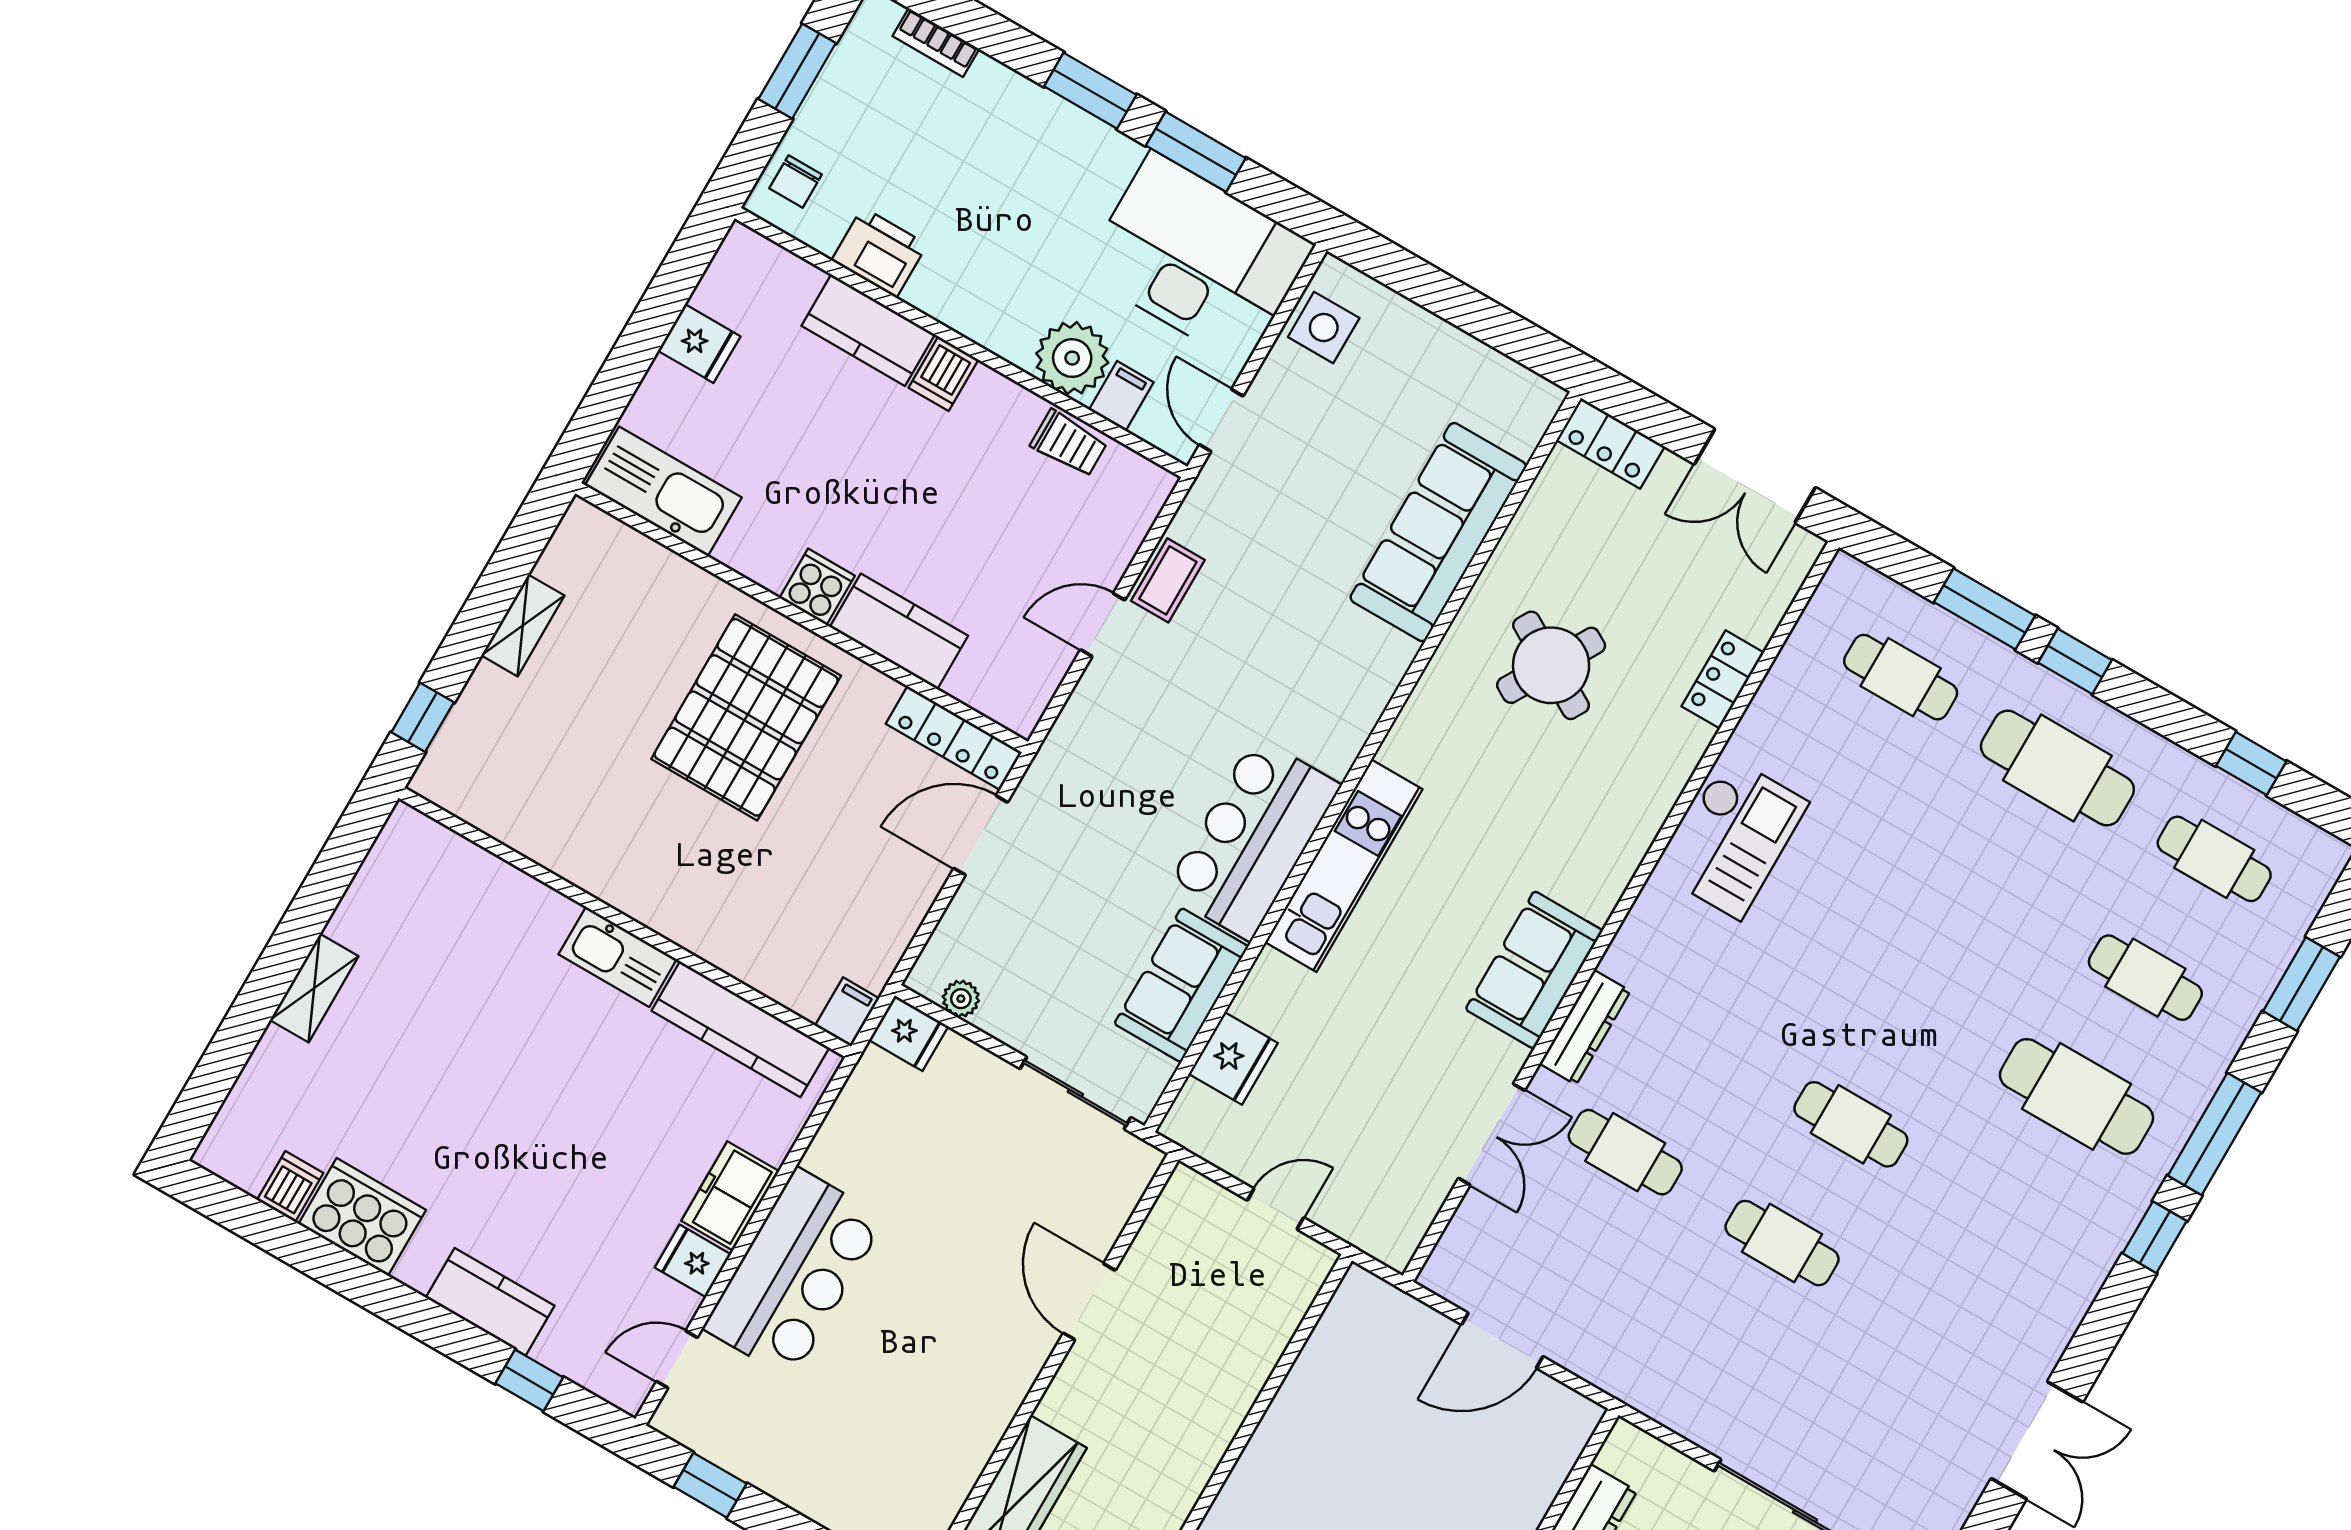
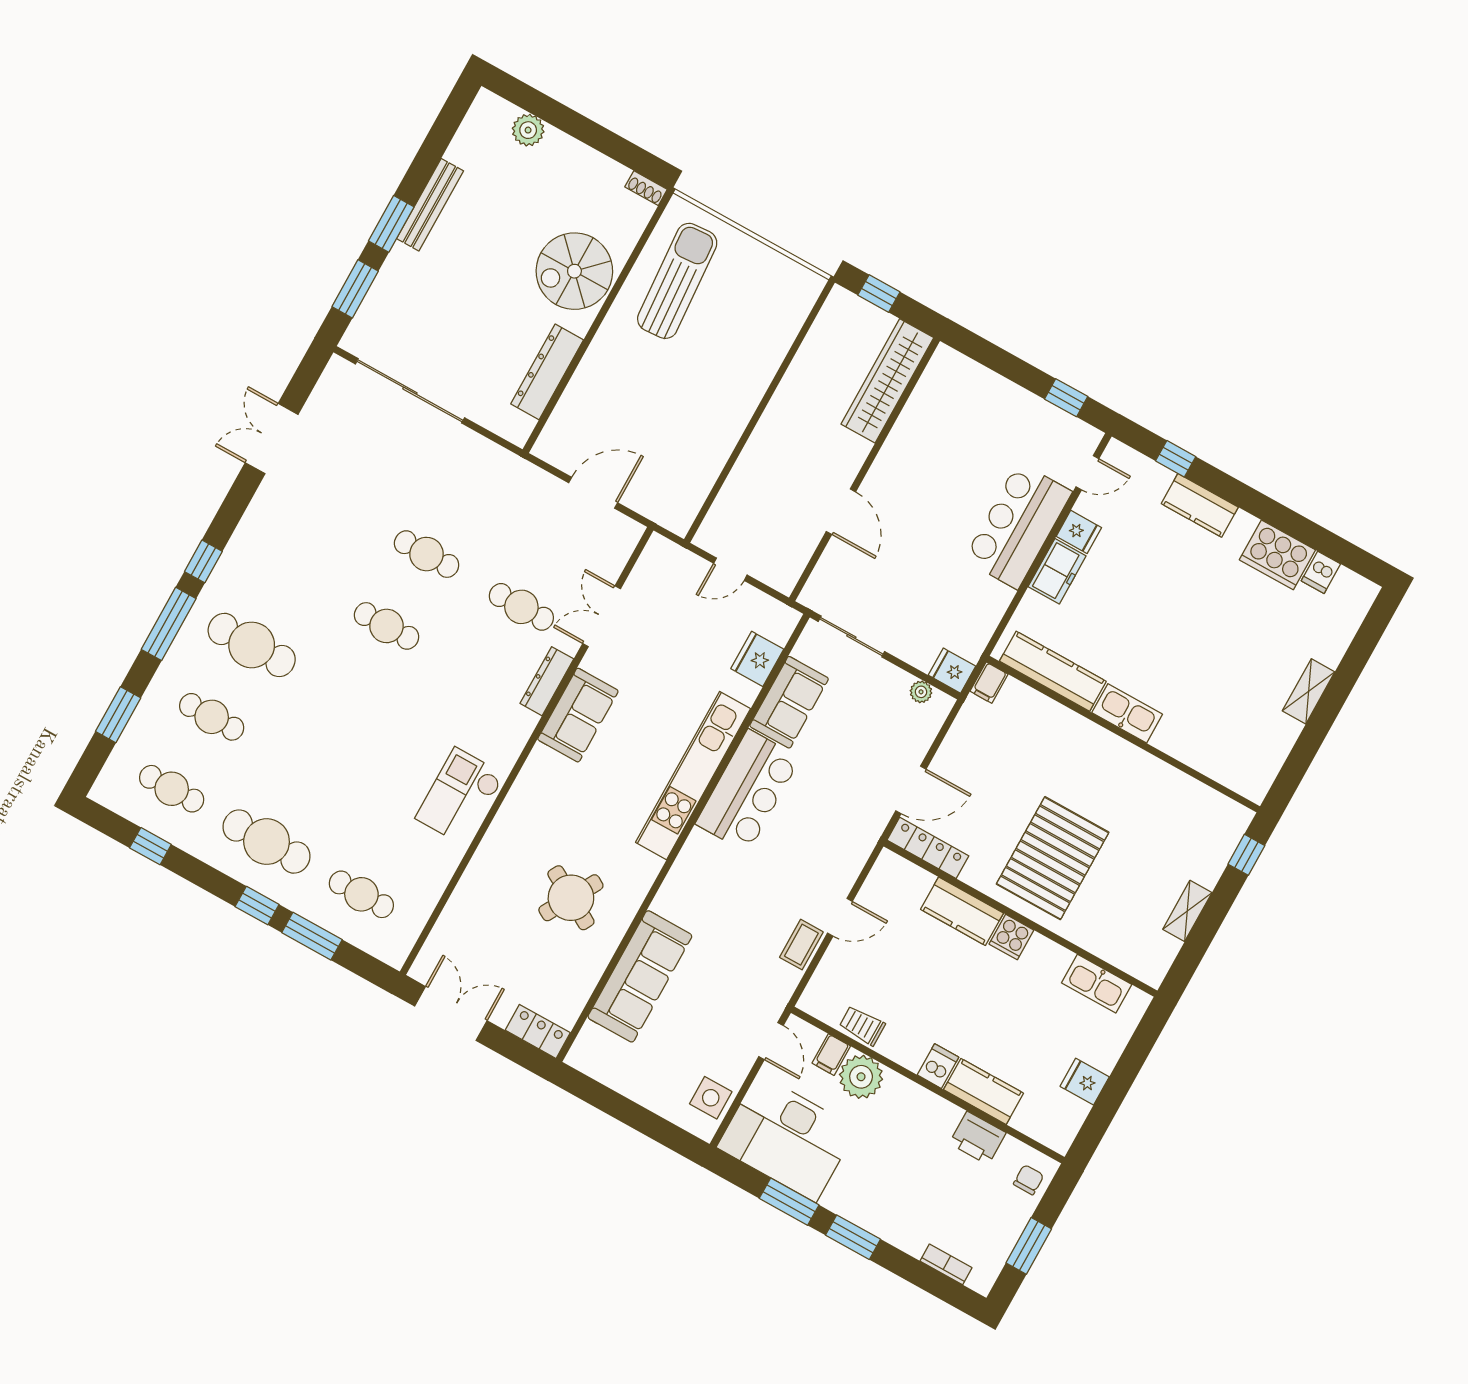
kitchen sink: (663, 491) -> (1097, 984), width x0.73, depth x0.81
locker: (1723, 679) -> (468, 891), removed
kitchen unit: (1344, 866) -> (693, 776), width x1.36

